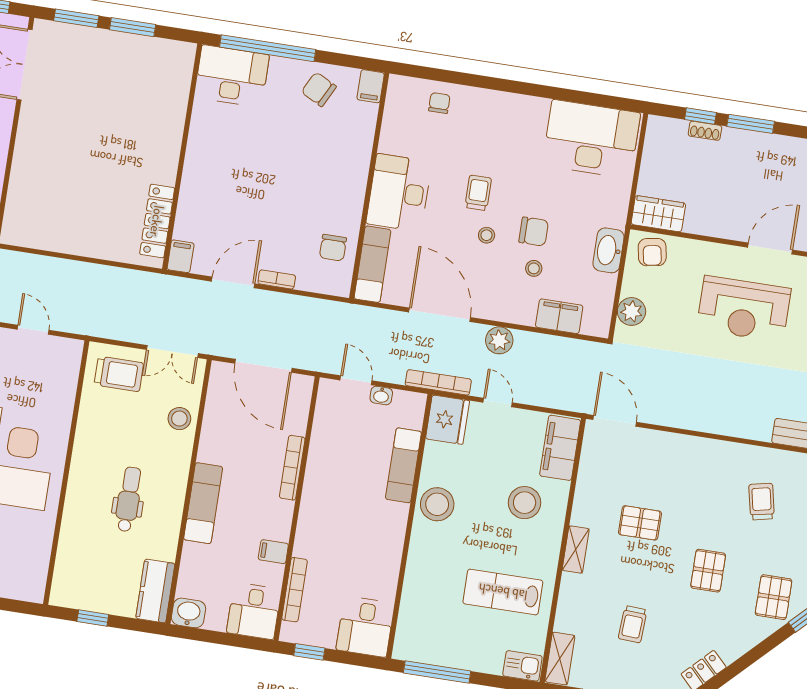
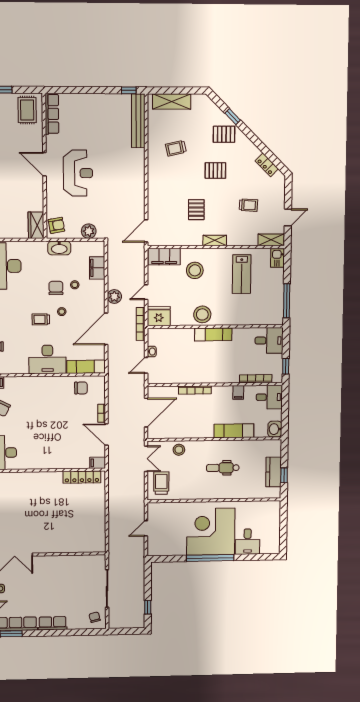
exam couch: (403, 465) -> (213, 334), moved
exam couch: (203, 503) -> (234, 431), moved
kitchen counter: (155, 591) -> (274, 472), moved, turned 90

